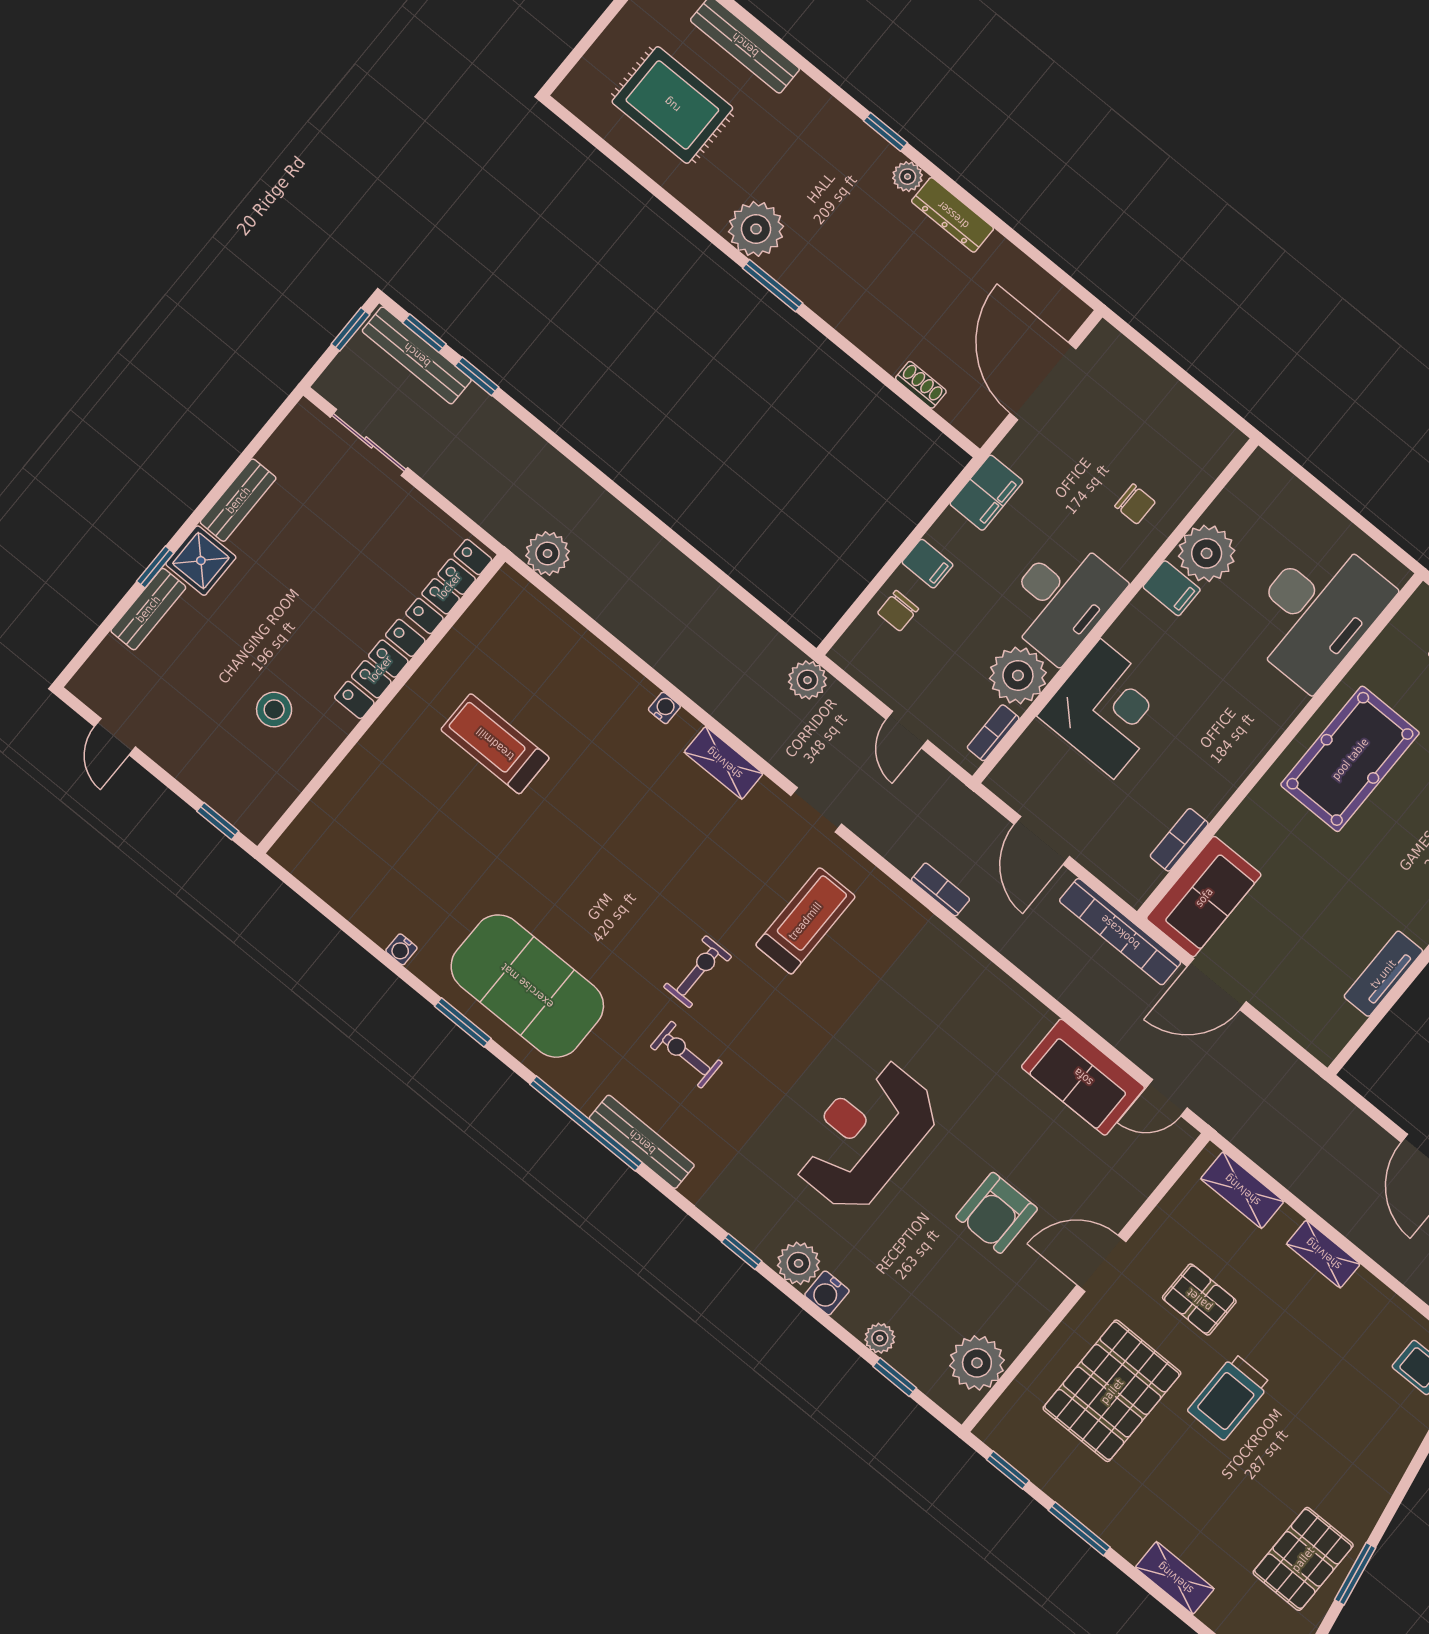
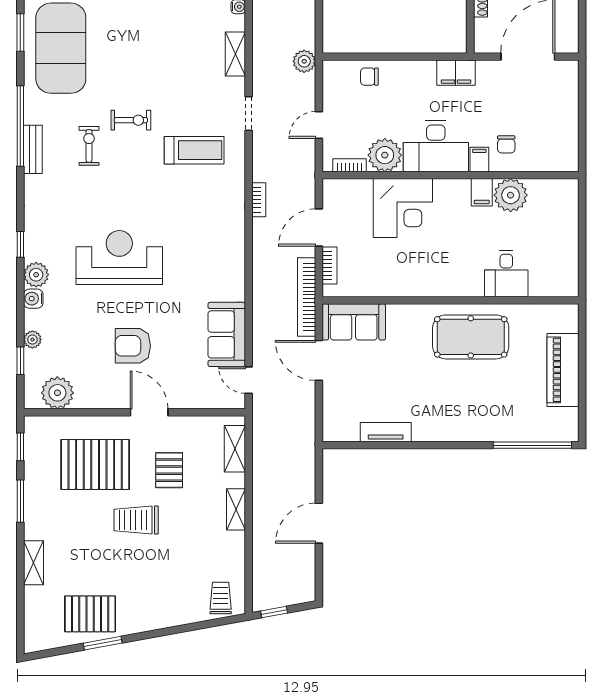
filing cabinet: (928, 564) -> (479, 160), moved, turned 180
desk: (1316, 611) -> (506, 274), width x0.53, depth x0.77
bookcase: (1179, 840) -> (330, 265), moved, turned 90
bench: (642, 1142) -> (33, 149), width x0.73

